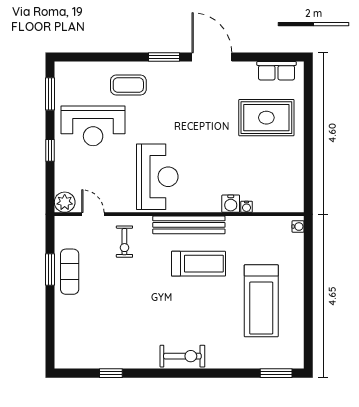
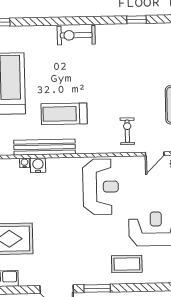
reception desk: (157, 177) -> (101, 187), turned 180
door: (93, 214) -> (155, 154), hinge flipped
bench: (189, 225) -> (45, 147), moved

